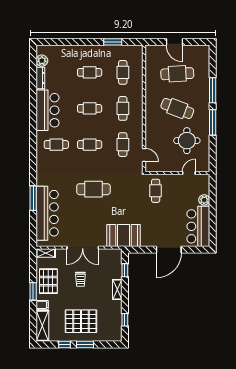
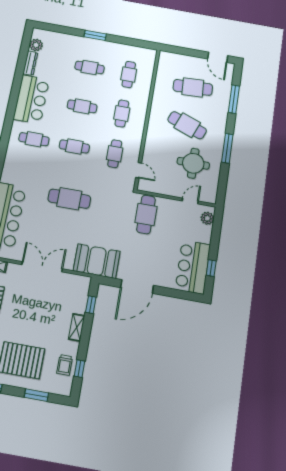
window: (113, 42) -> (95, 35), moved
door: (174, 42) -> (218, 57), moved
window: (213, 90) -> (234, 99), moved
cafe table: (156, 191) -> (146, 214), width x1.37, depth x1.35
plant: (204, 200) -> (207, 218), moved
window: (213, 225) -> (211, 268), added
double door: (83, 248) -> (42, 267), swing flipped
door: (169, 250) -> (137, 286), moved
trolley: (80, 279) -> (65, 365), moved
window: (85, 344) -> (36, 395), moved

